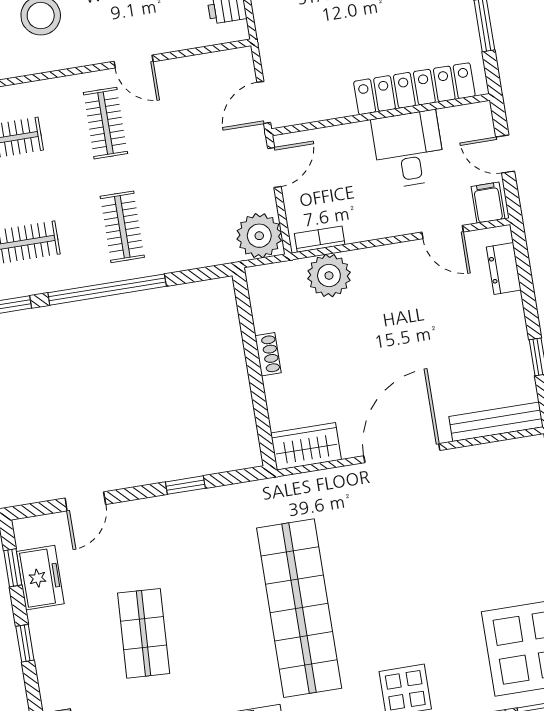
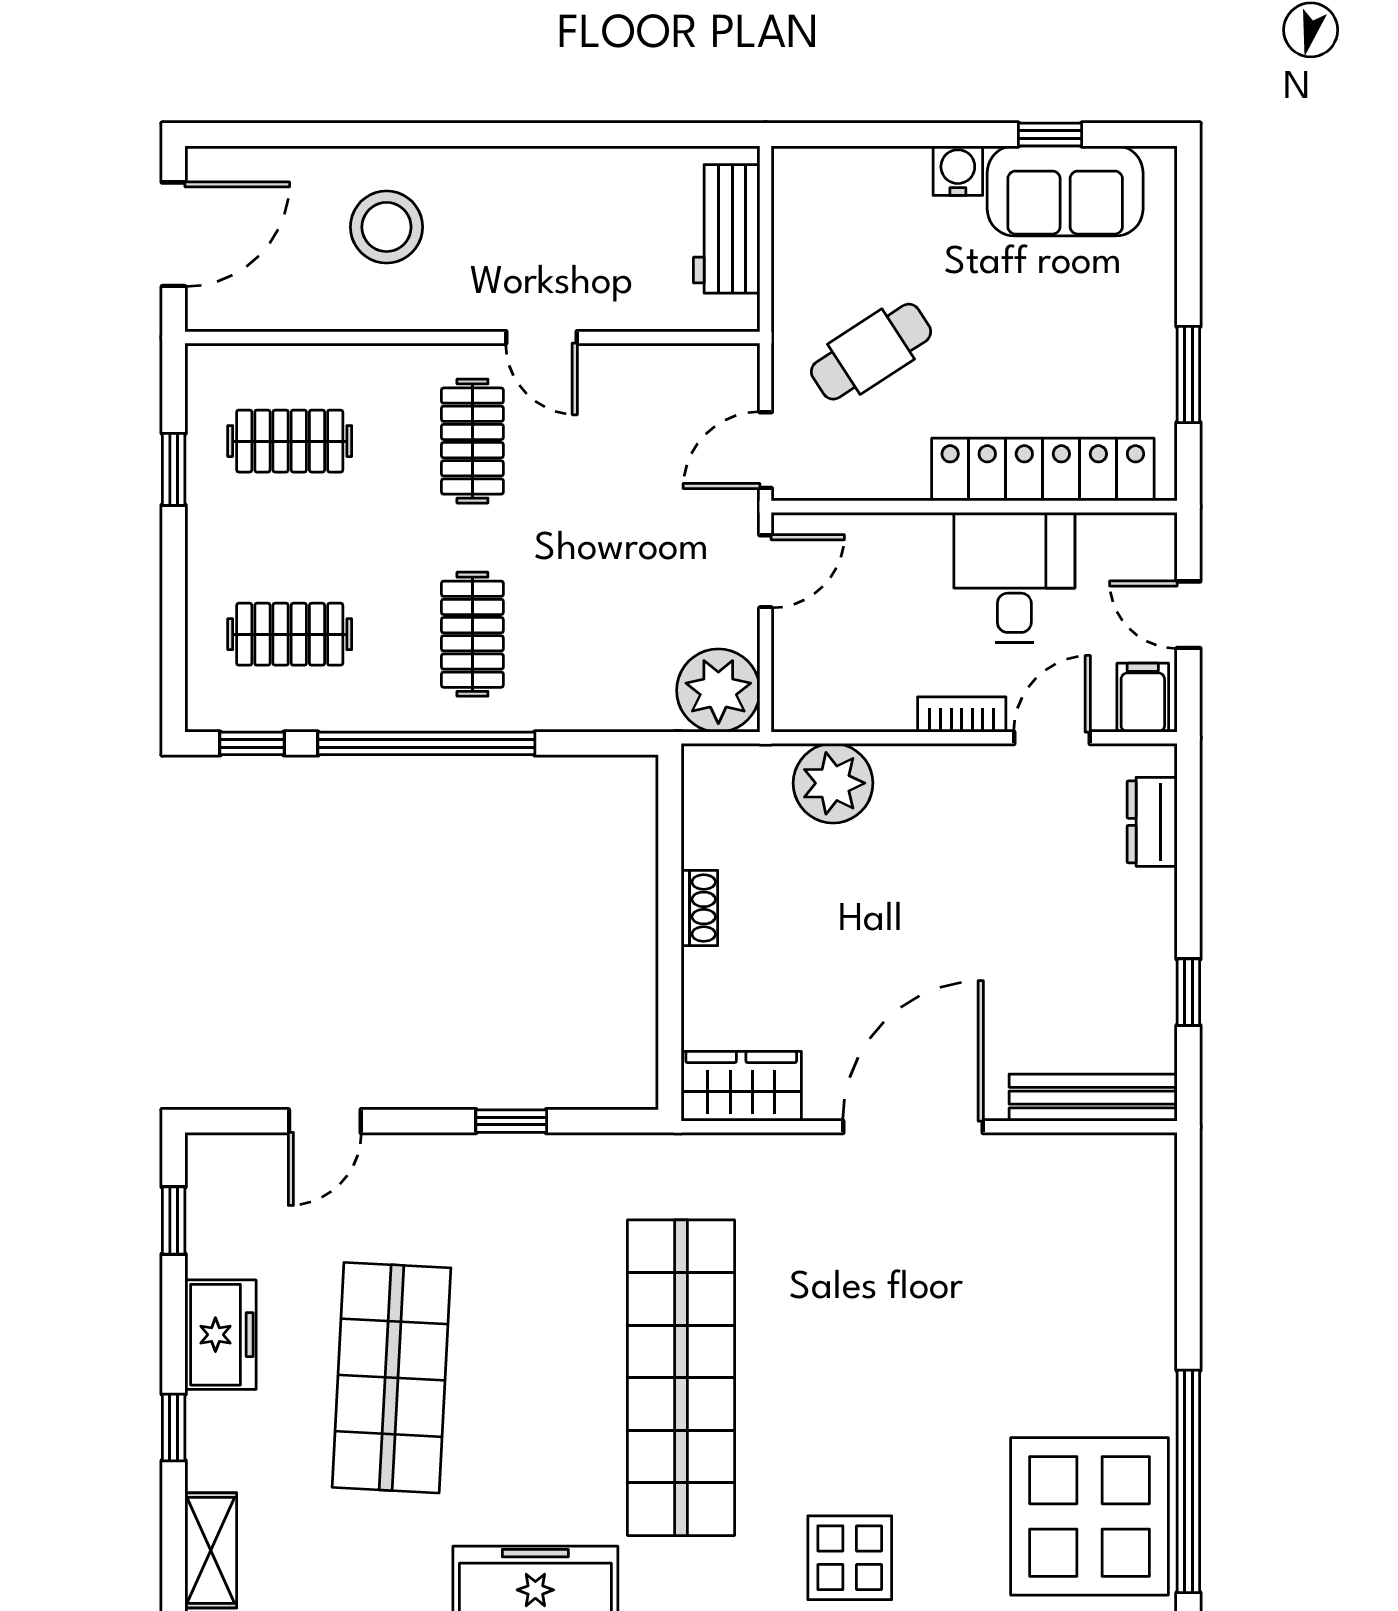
cafe table: (312, 40) -> (871, 352), added
door: (443, 232) -> (1052, 738), swing flipped
bookcase: (320, 239) -> (962, 714), moved
freezer: (40, 578) -> (220, 1335), moved
shop shelf: (144, 633) -> (392, 1378), width x1.43, depth x1.36
window: (25, 643) -> (174, 1427), moved

